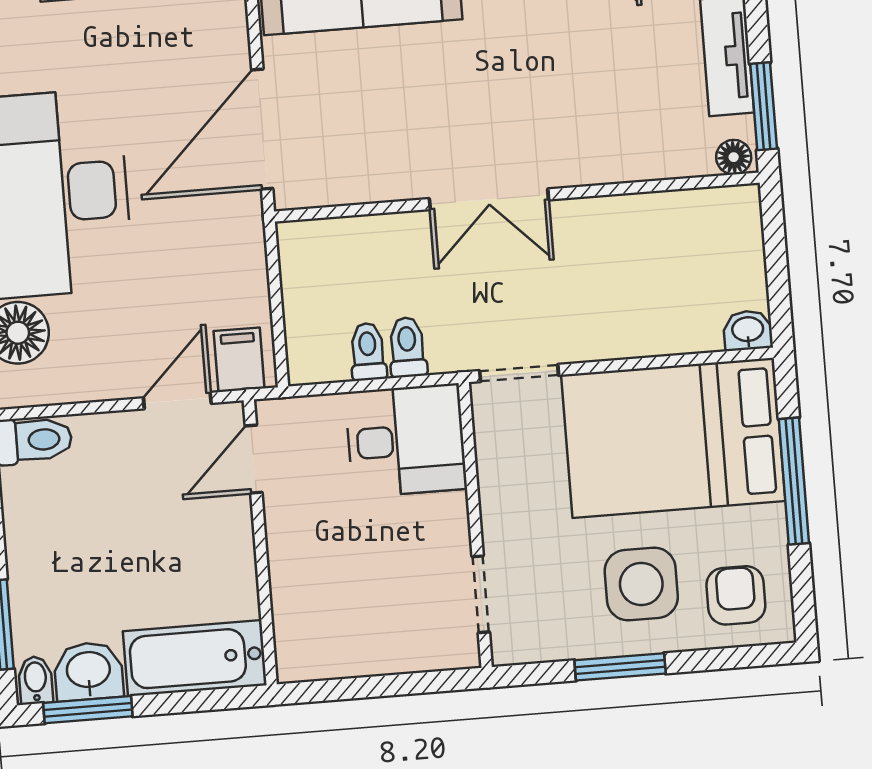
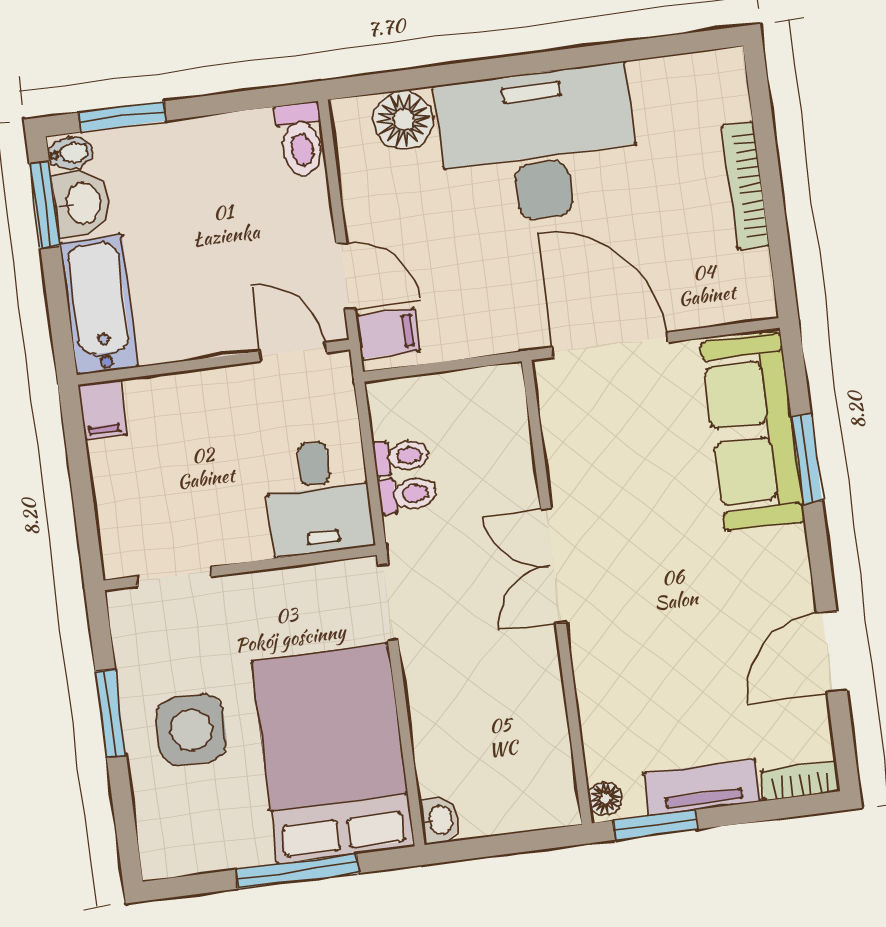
armchair: (736, 595) -> (185, 821), removed
filing cabinet: (304, 660) -> (102, 410), added

